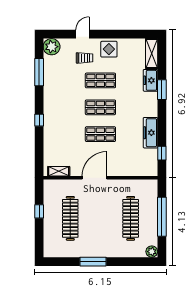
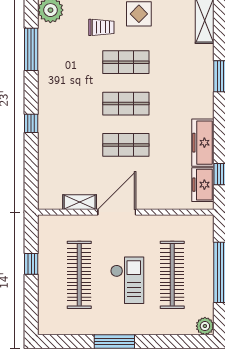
freezer: (150, 80) -> (203, 185), moved
shelving: (59, 171) -> (80, 202), moved
checkout: (101, 222) -> (127, 280), added

